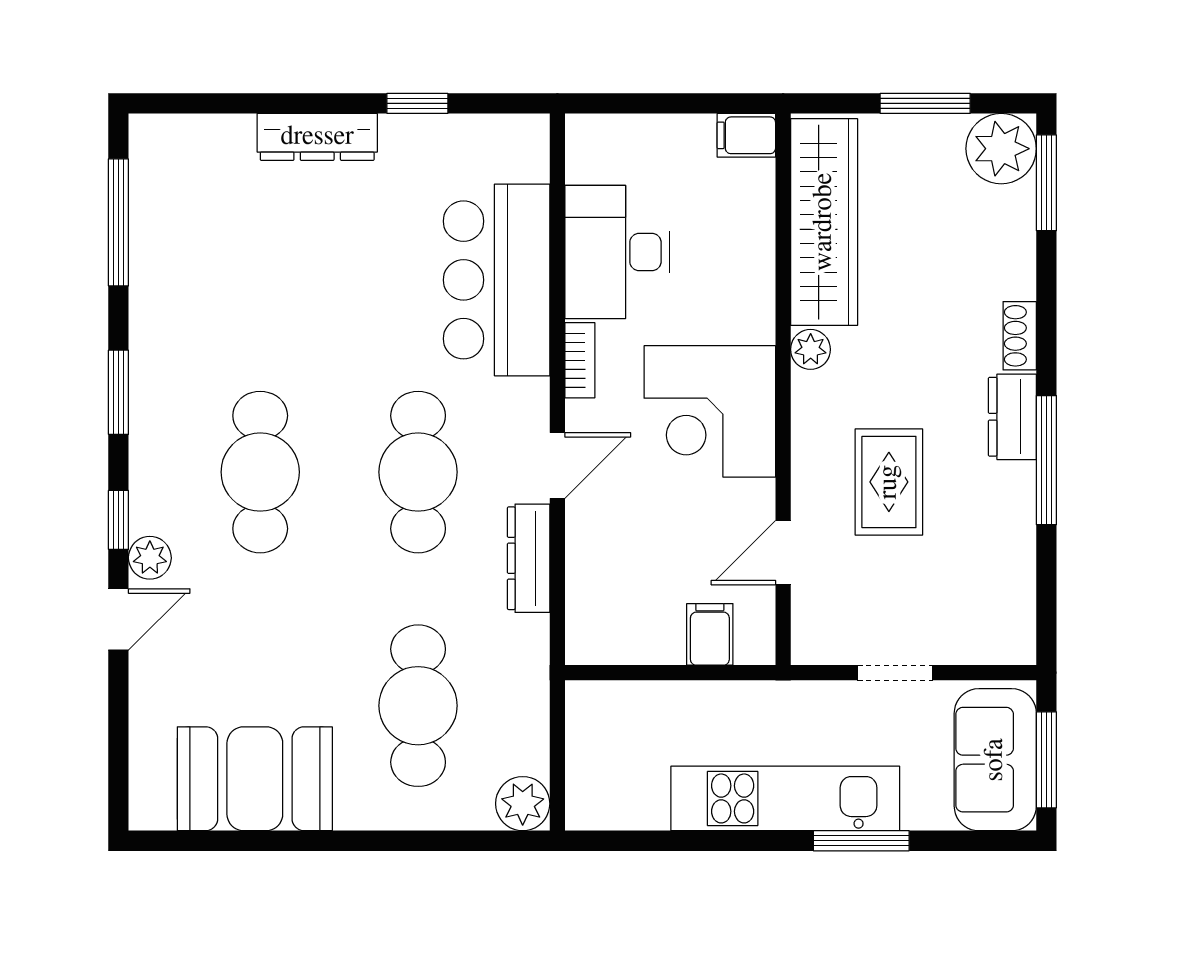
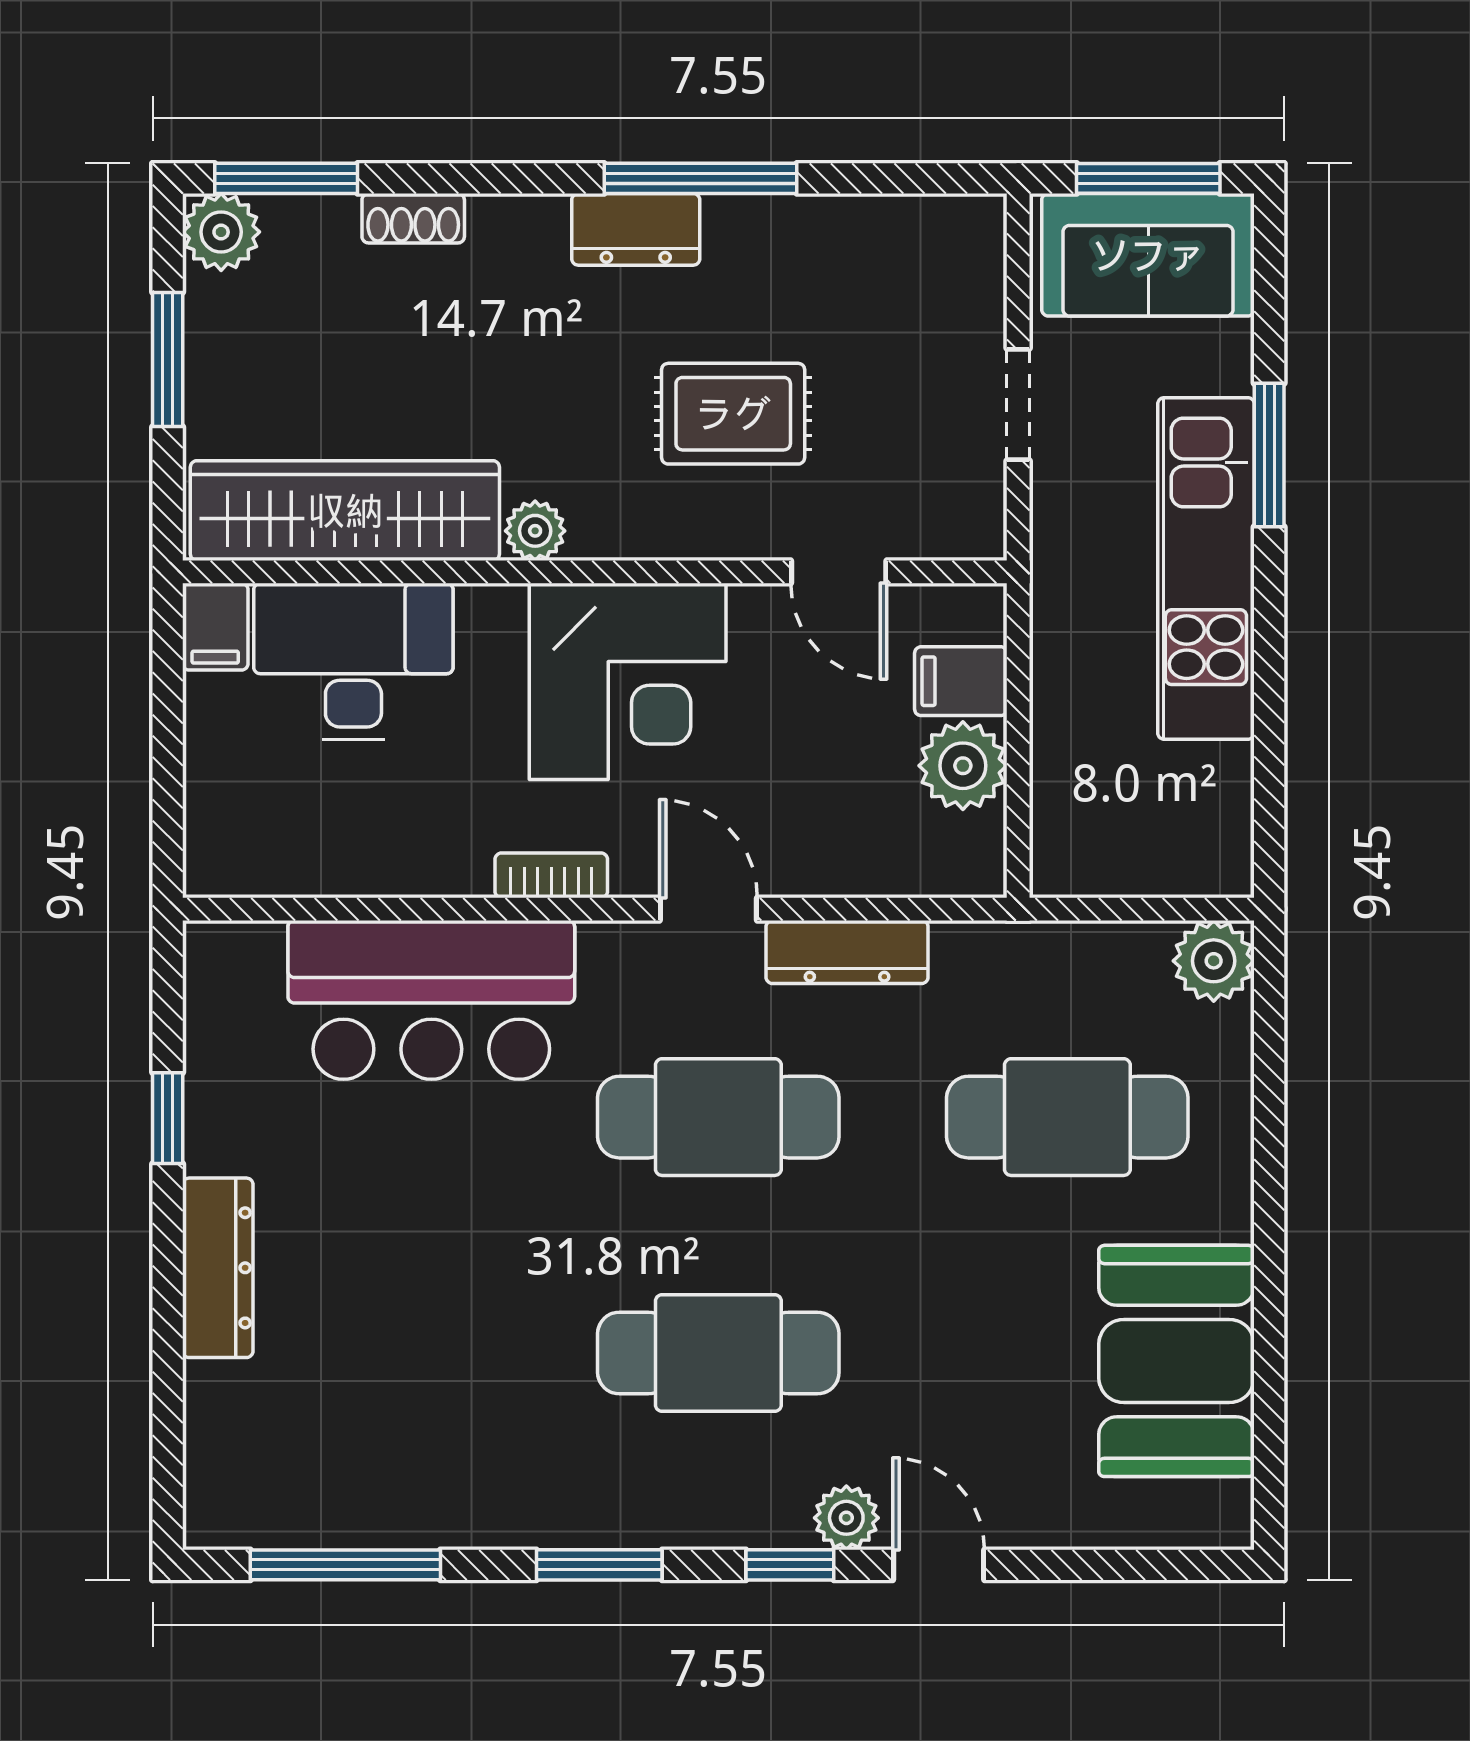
plant: (1001, 149) -> (221, 232), width x0.73, depth x0.73
desk: (617, 252) -> (353, 661), moved, turned 180
shoe rack: (1020, 336) -> (413, 218), moved
plant: (653, 636) -> (963, 766), added

